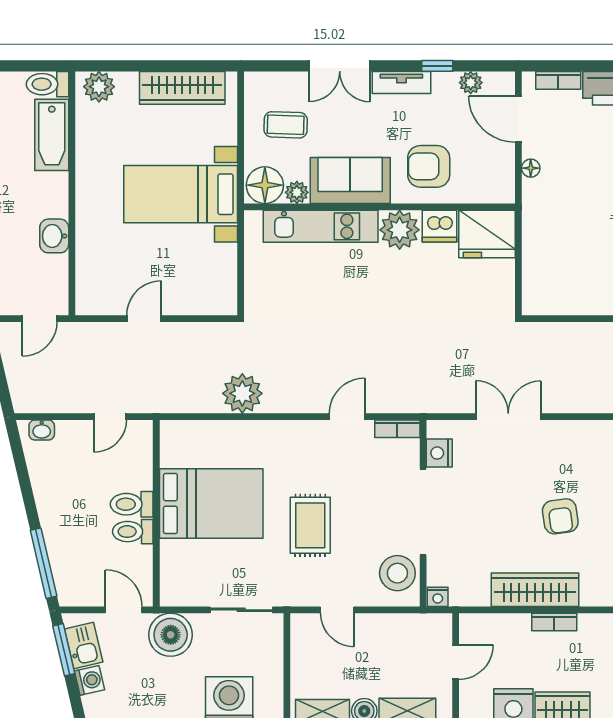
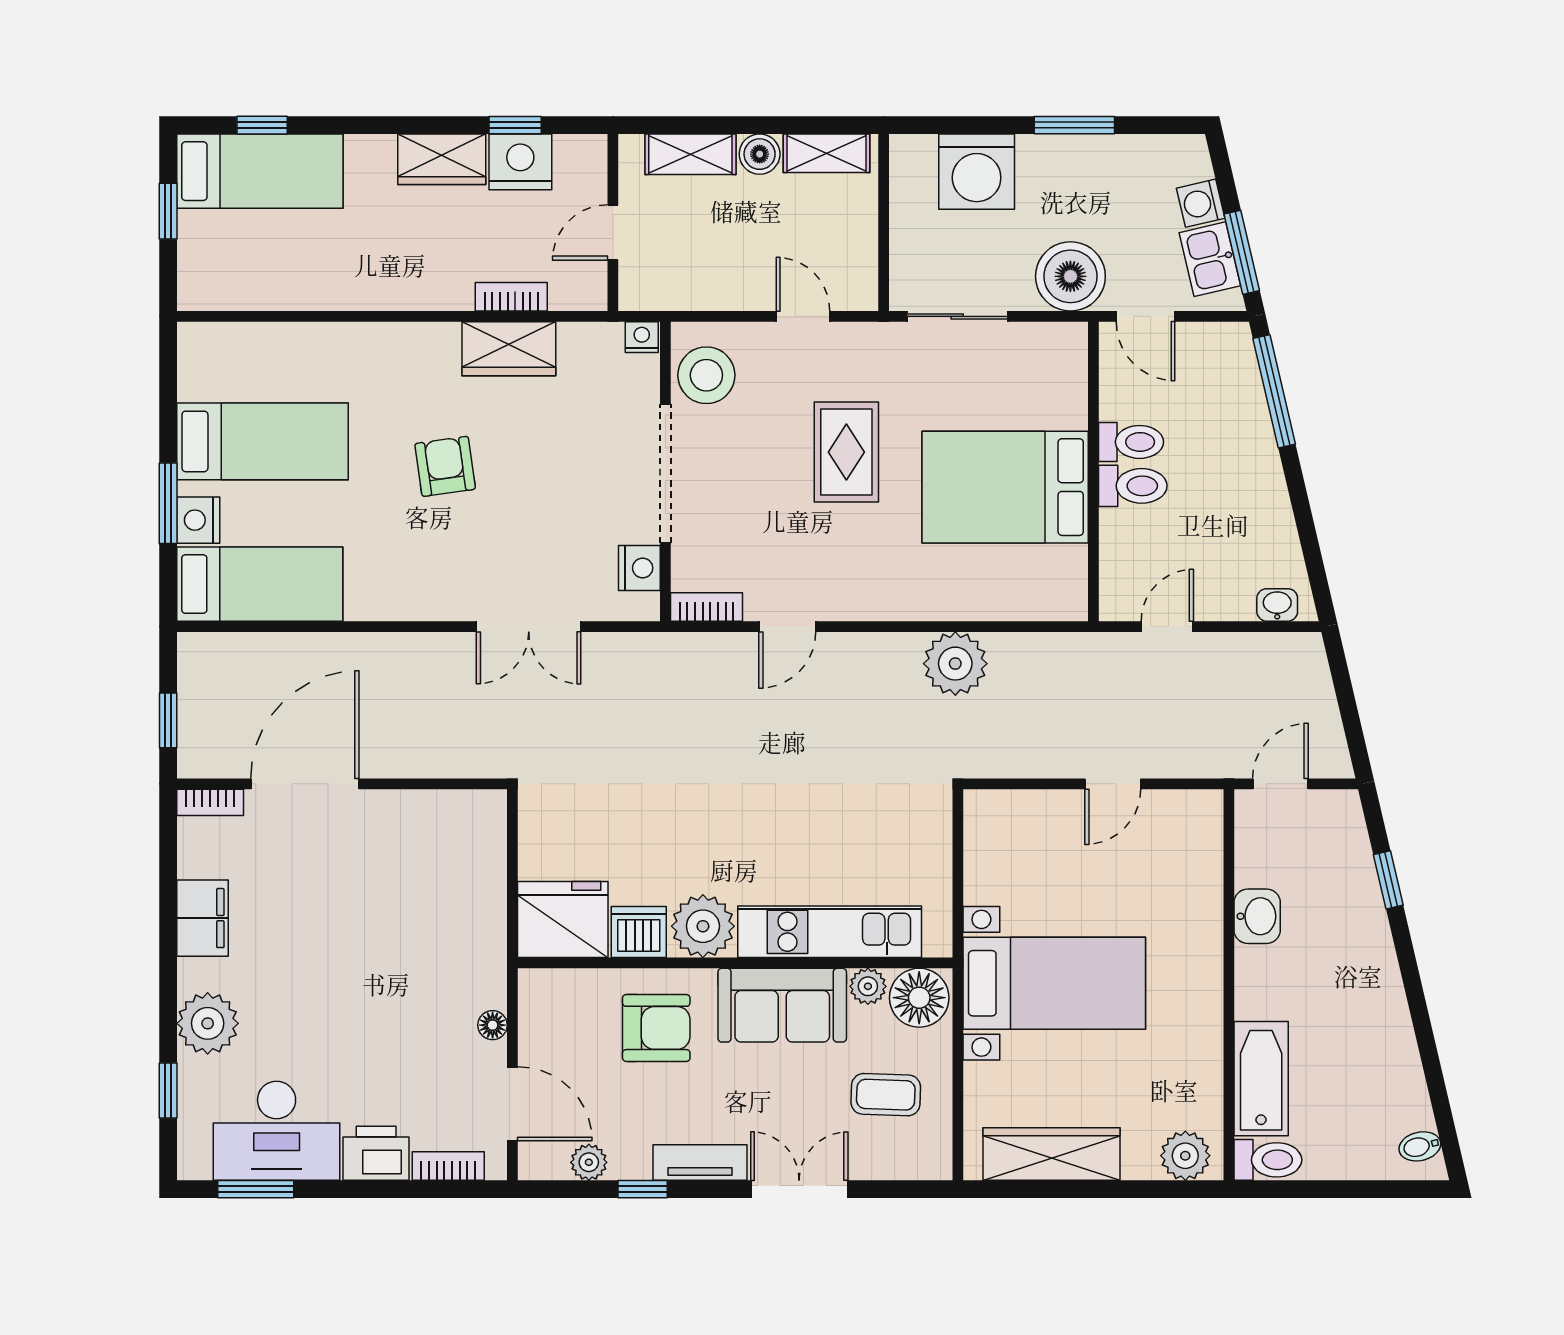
wardrobe: (535, 590) -> (509, 349), width x0.67
bookcase: (554, 622) -> (511, 297), moved

